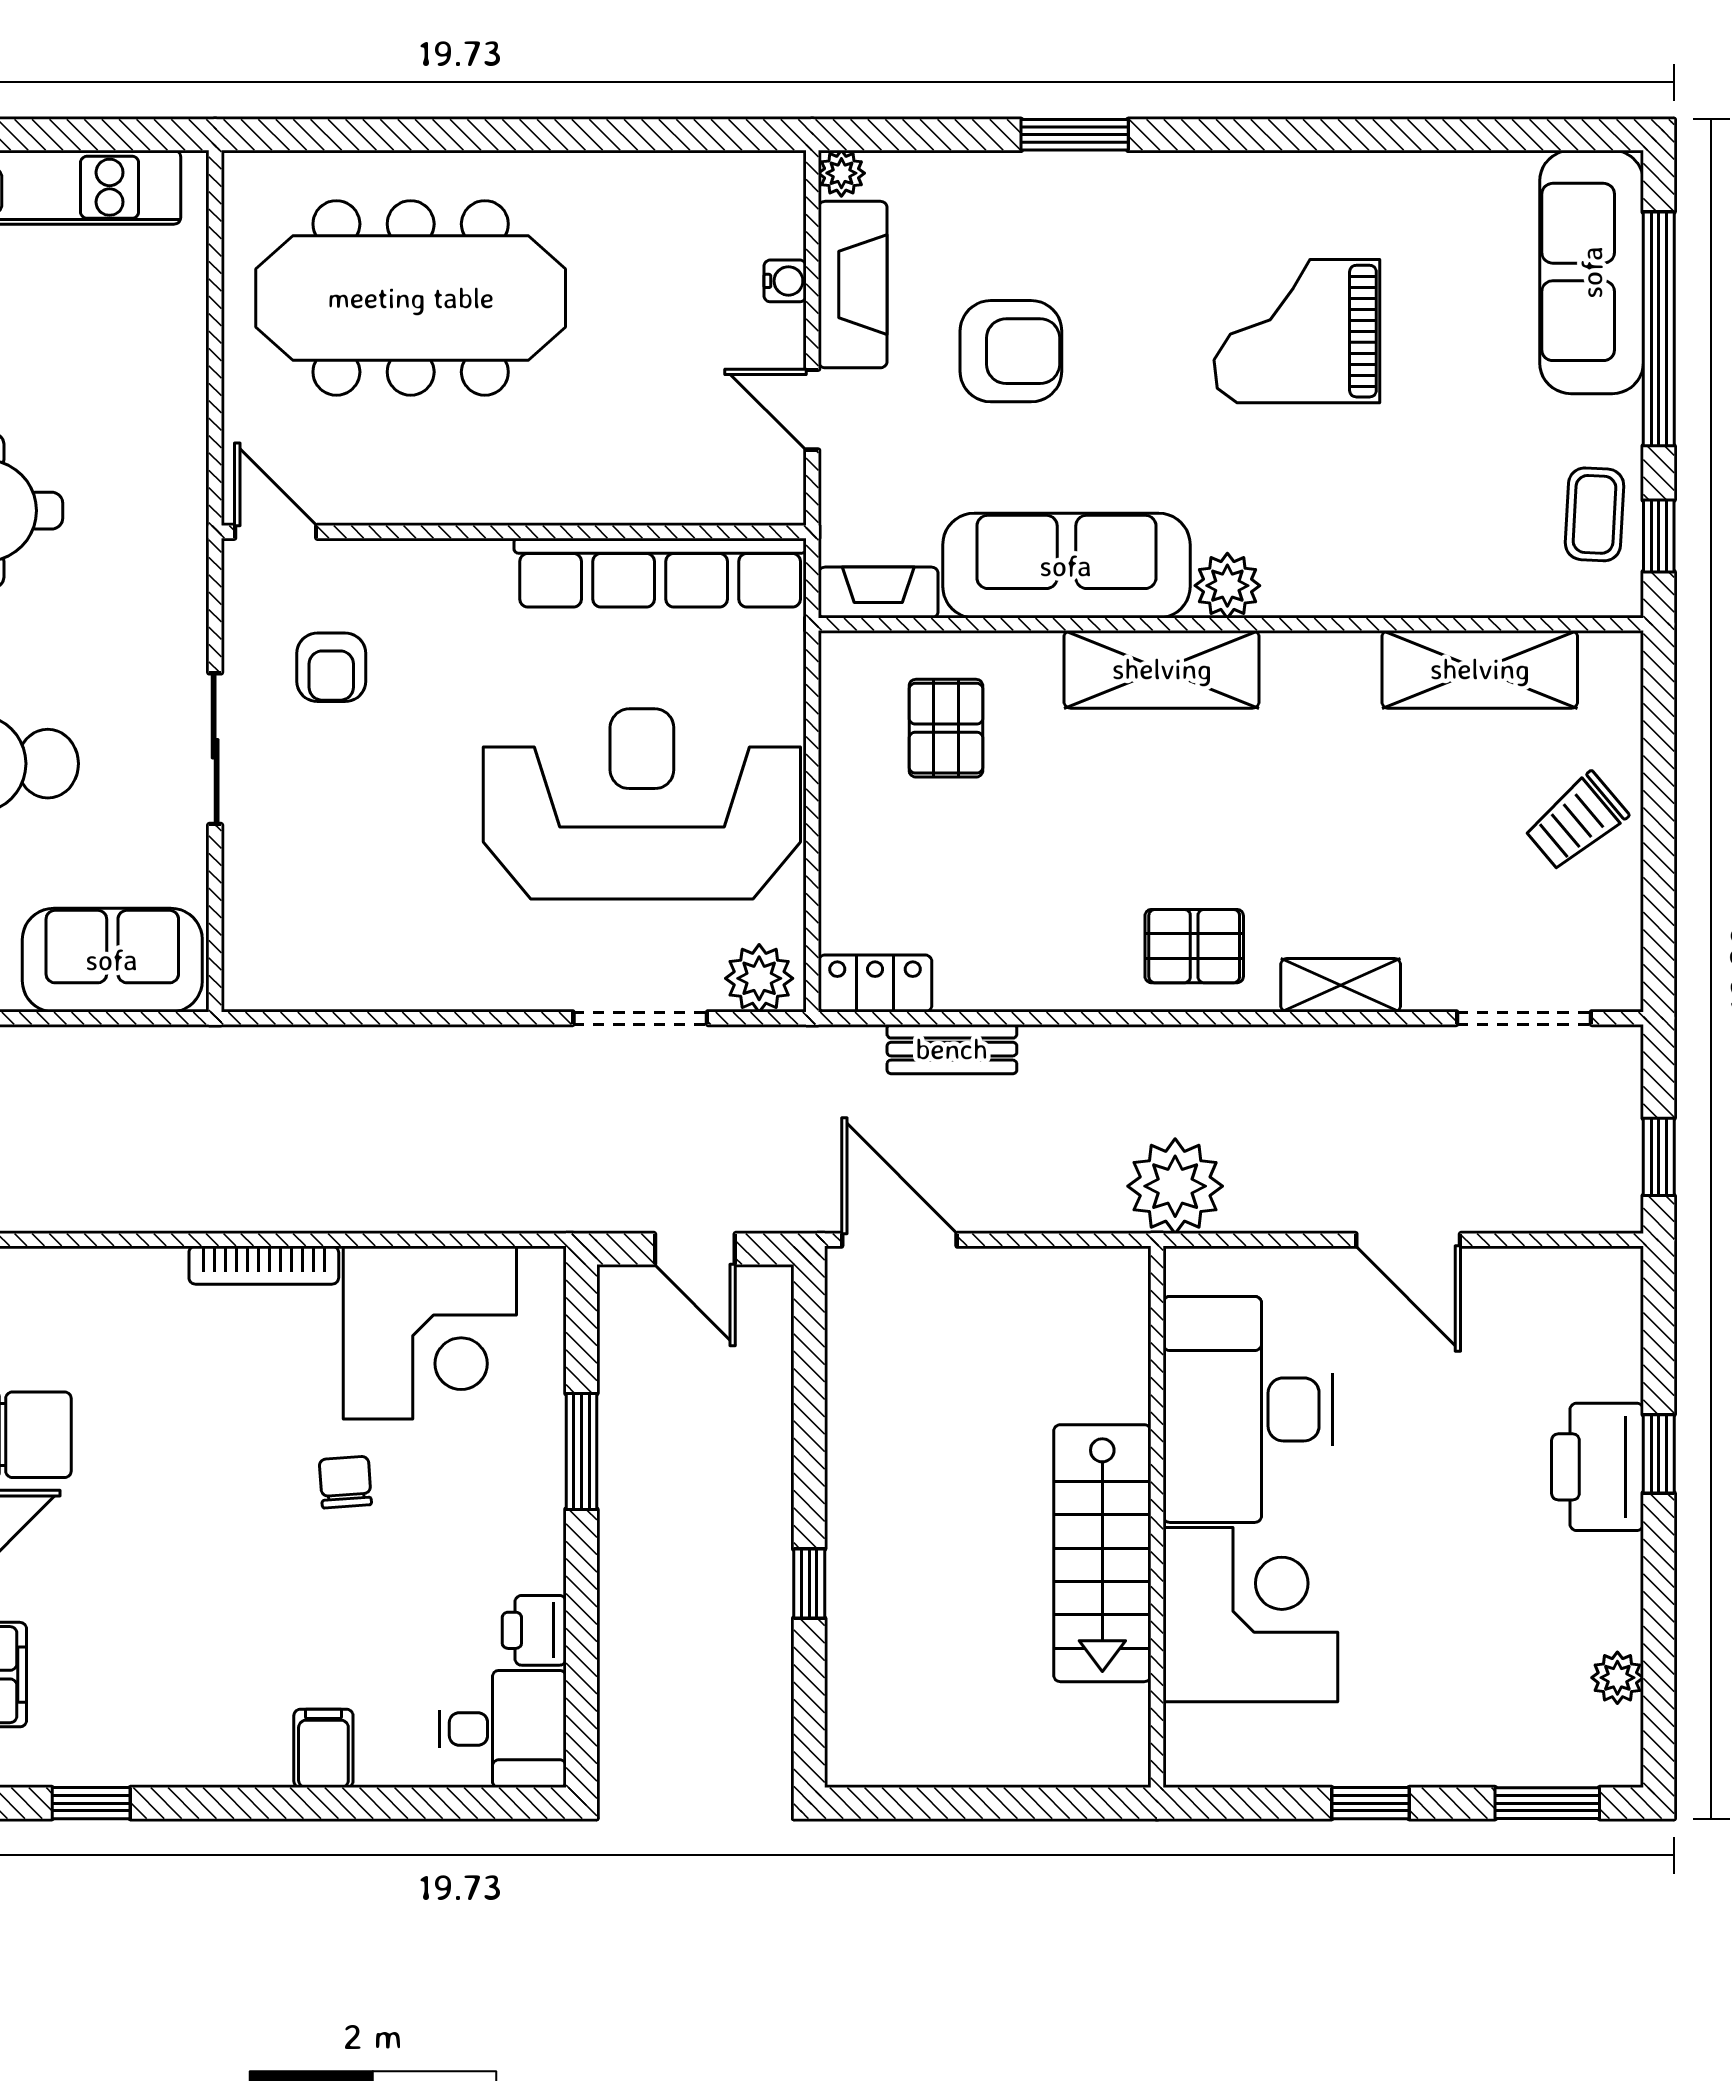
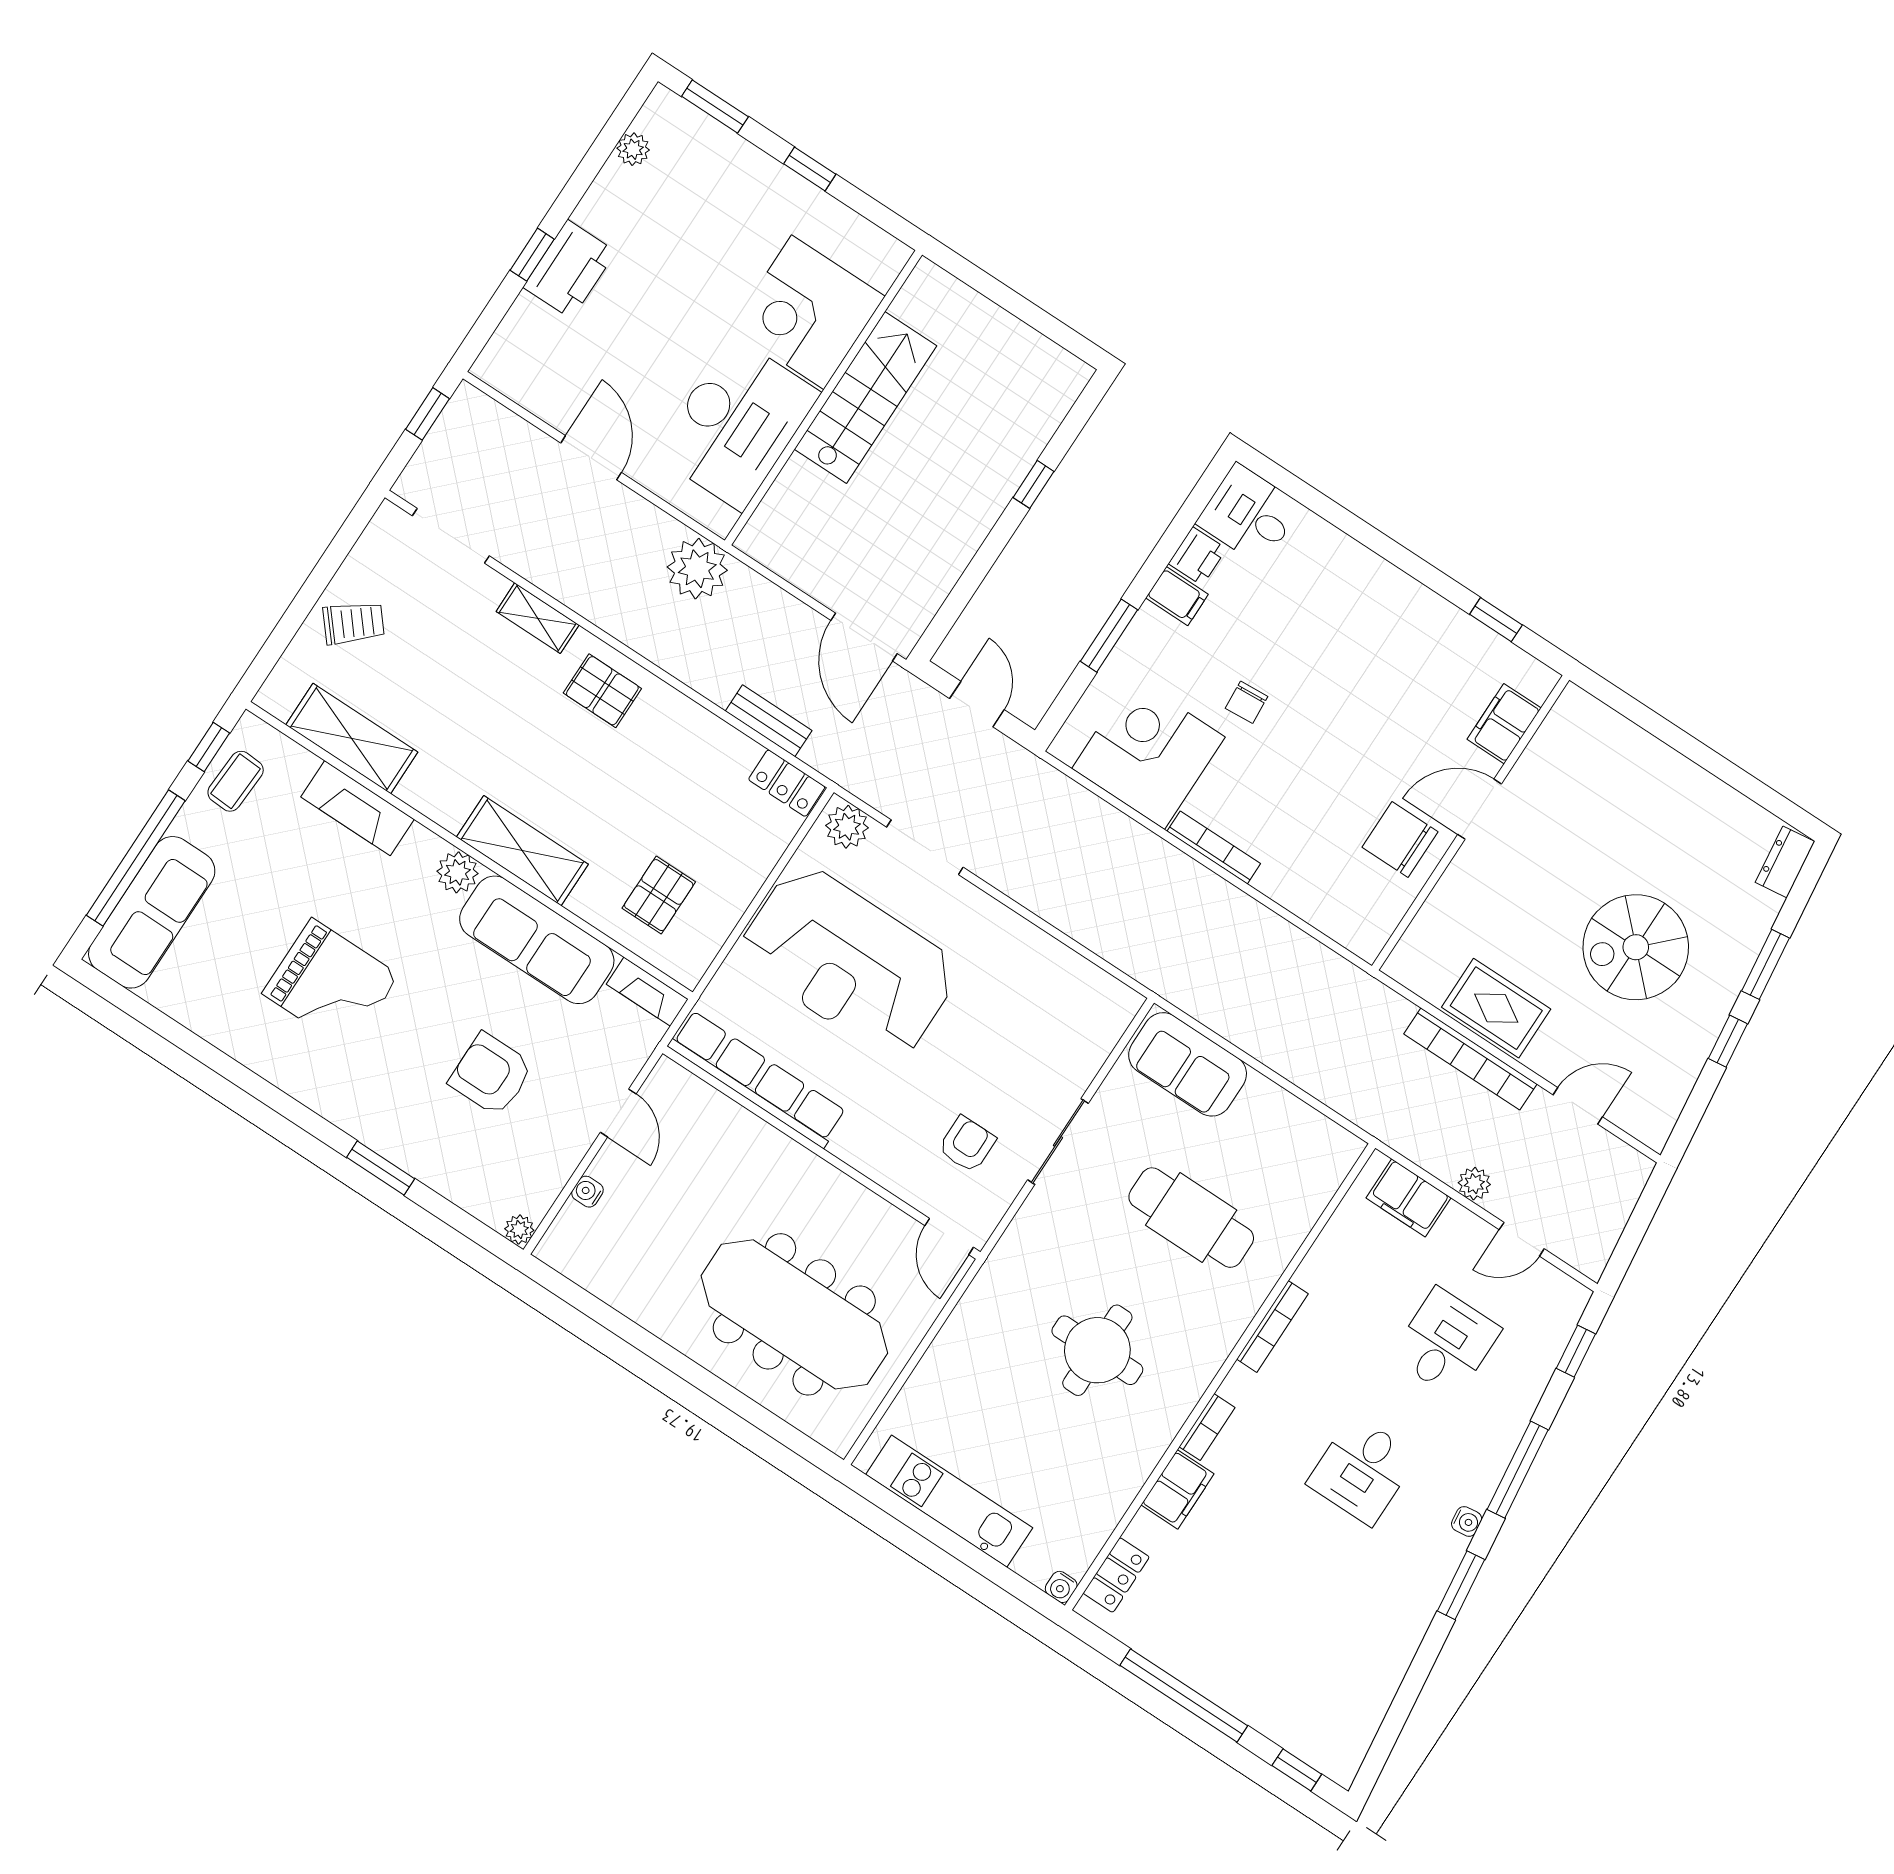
fireplace: (853, 285) -> (357, 808), moved, turned -90
filing cabinet: (323, 1748) -> (1177, 596), moved, turned -90

